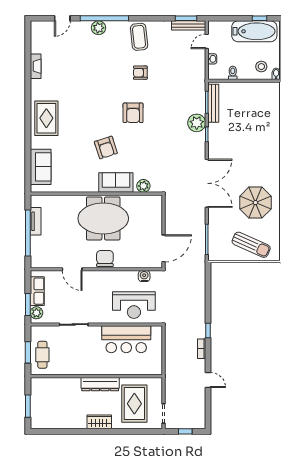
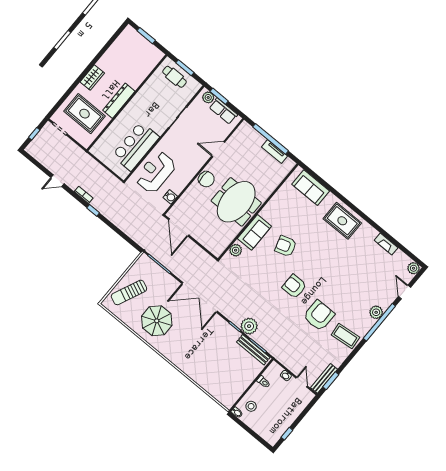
plant: (37, 27) -> (414, 268), added
bathtub: (254, 31) -> (281, 422), removed
armchair: (140, 73) -> (319, 316), width x1.88, depth x1.88

